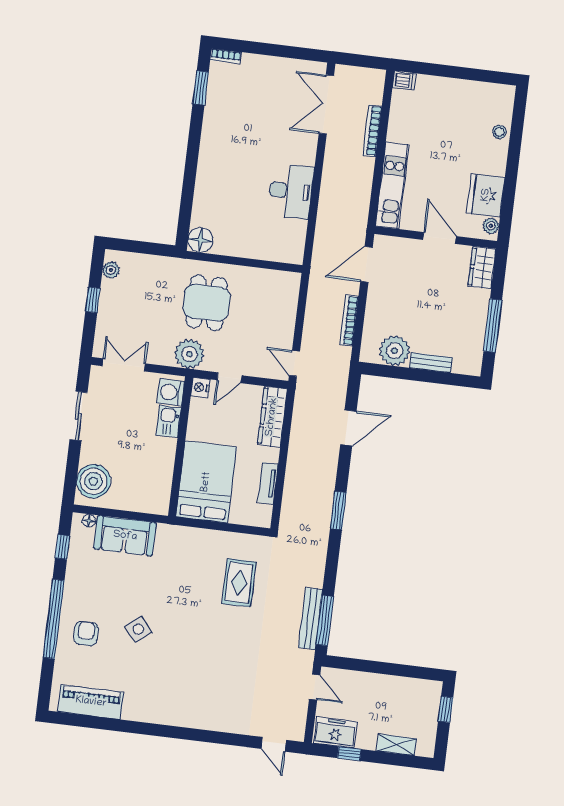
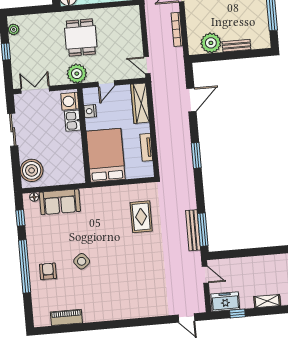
nightstand: (200, 388) -> (90, 111), moved
piano: (91, 702) -> (66, 317), width x0.73, depth x0.75

